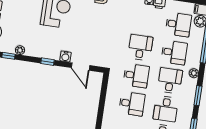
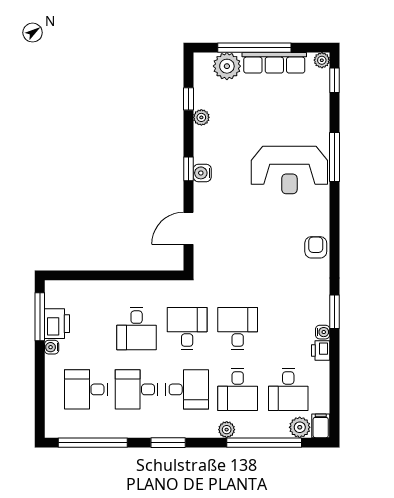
desk: (140, 48) -> (238, 329), turned -90
water cooler: (65, 56) -> (202, 173), moved
plant: (194, 73) -> (227, 430), moved
desk: (136, 76) -> (187, 329), turned 180

